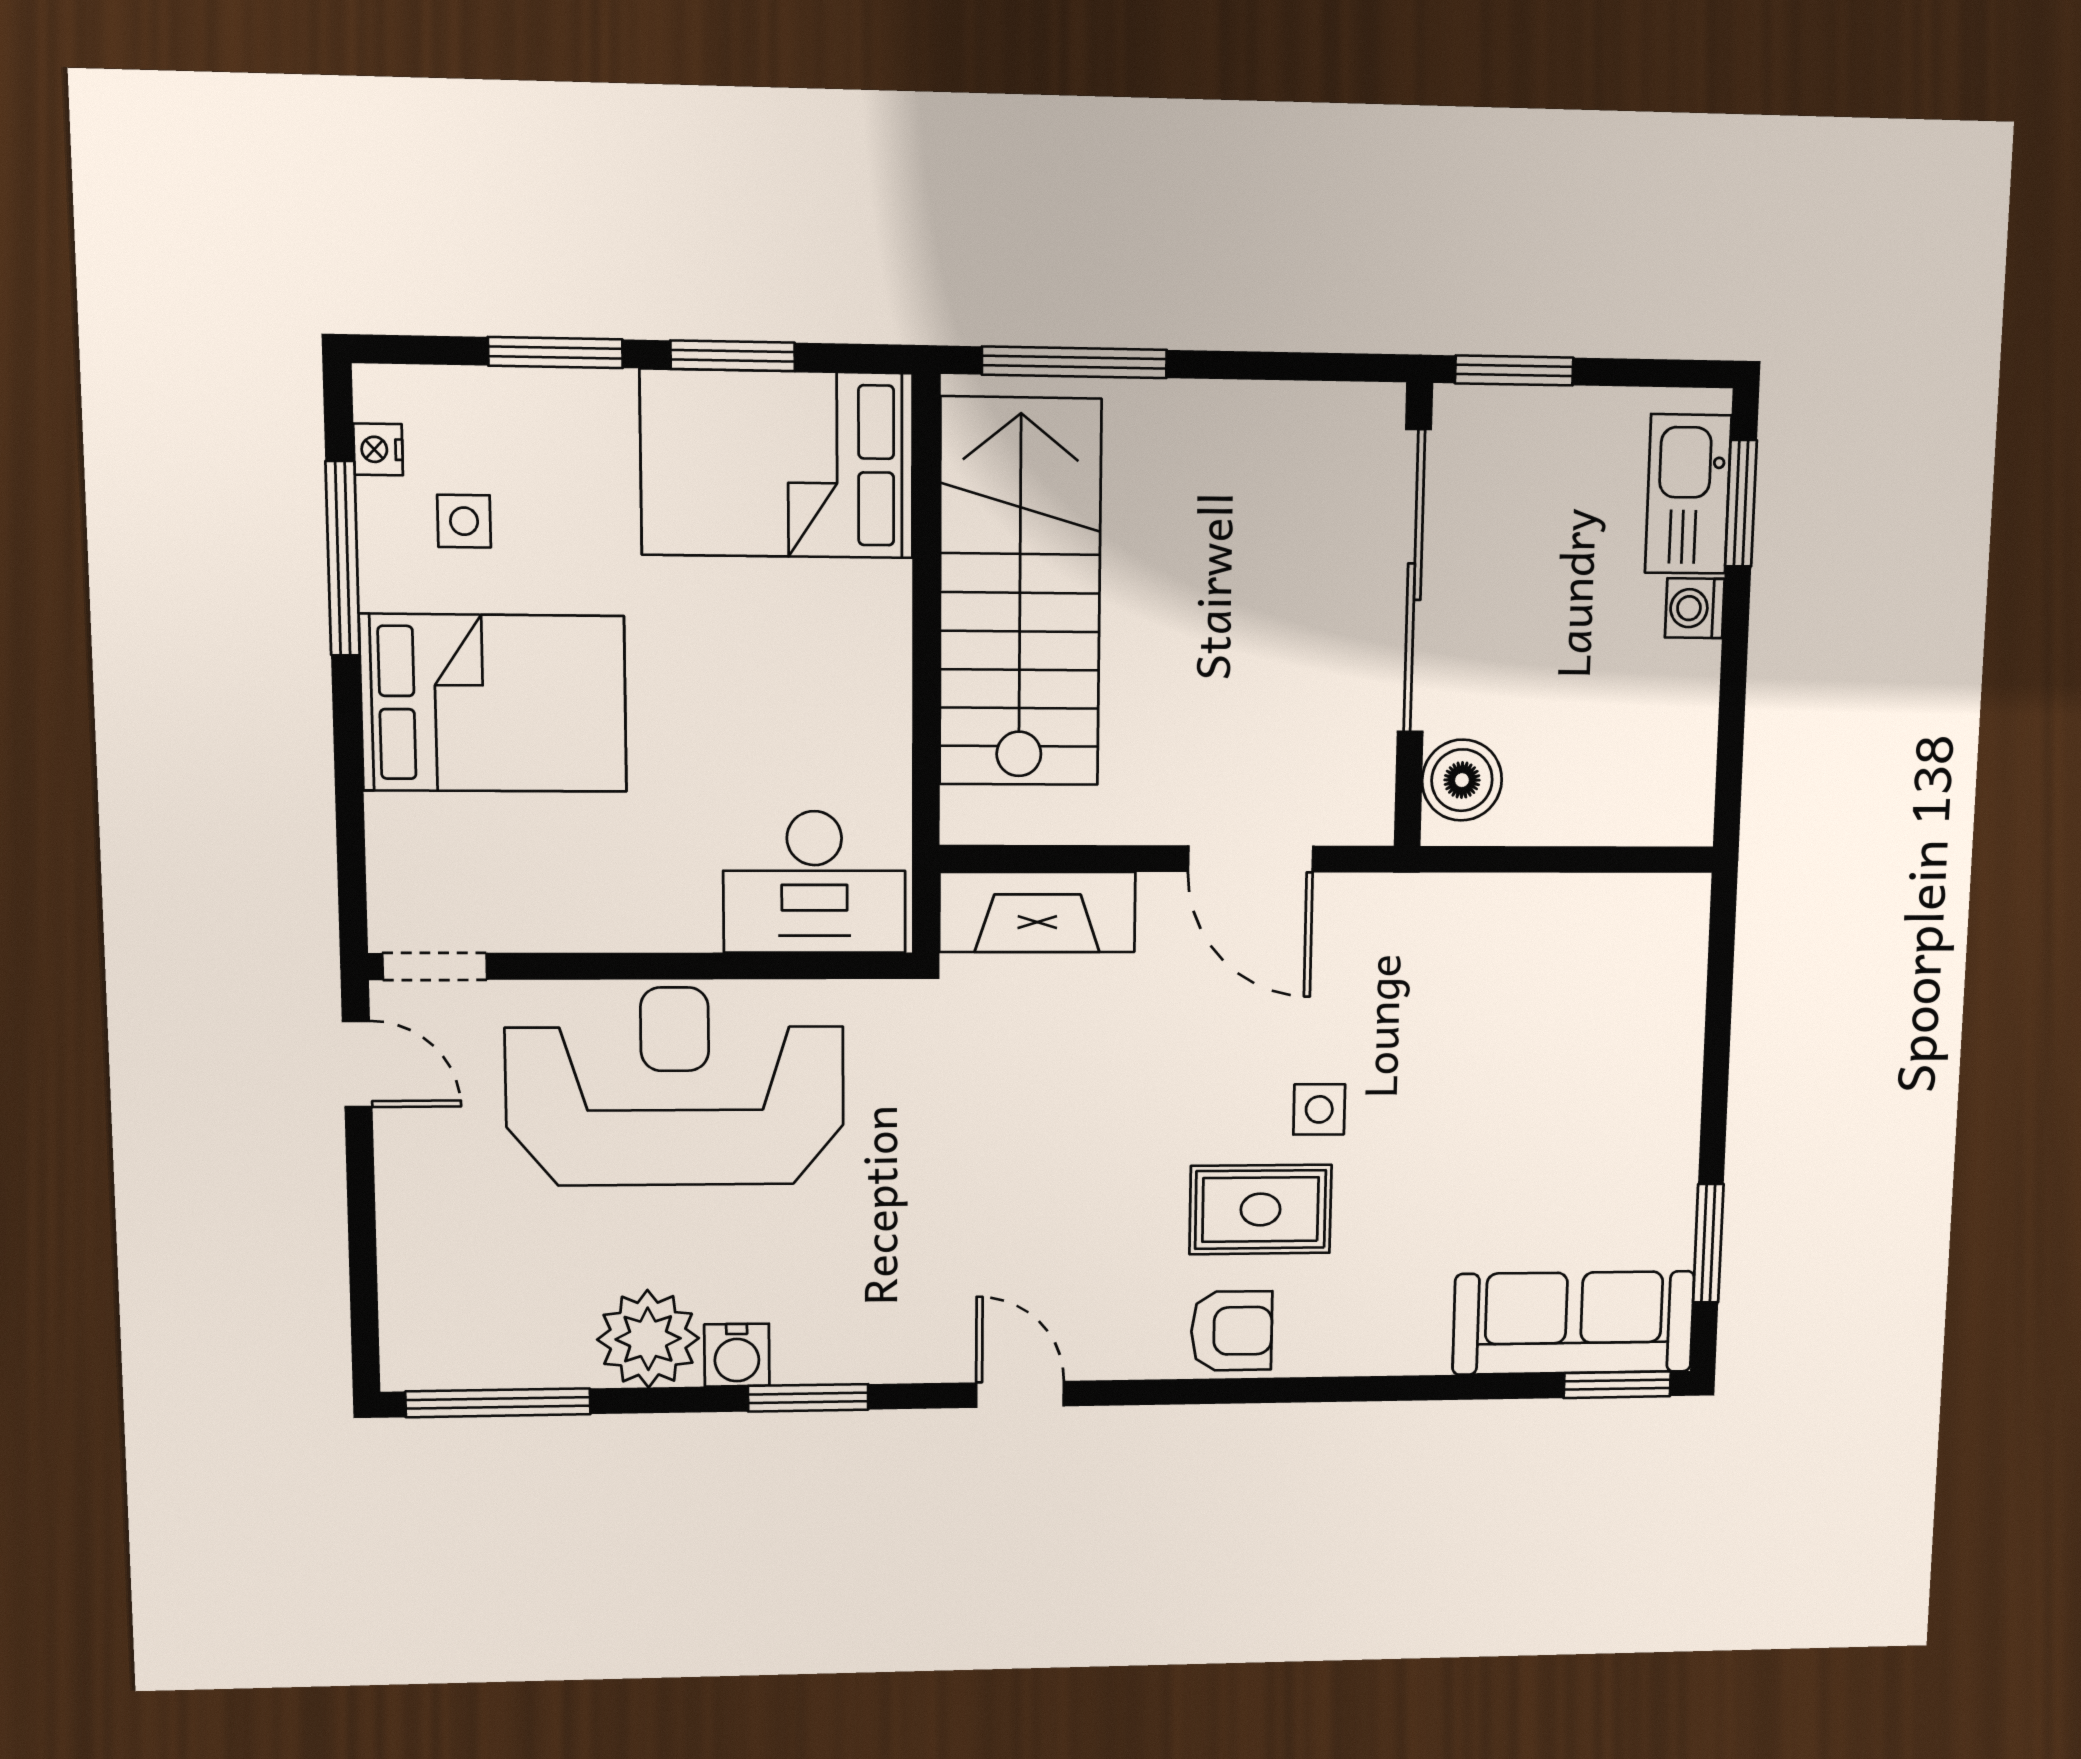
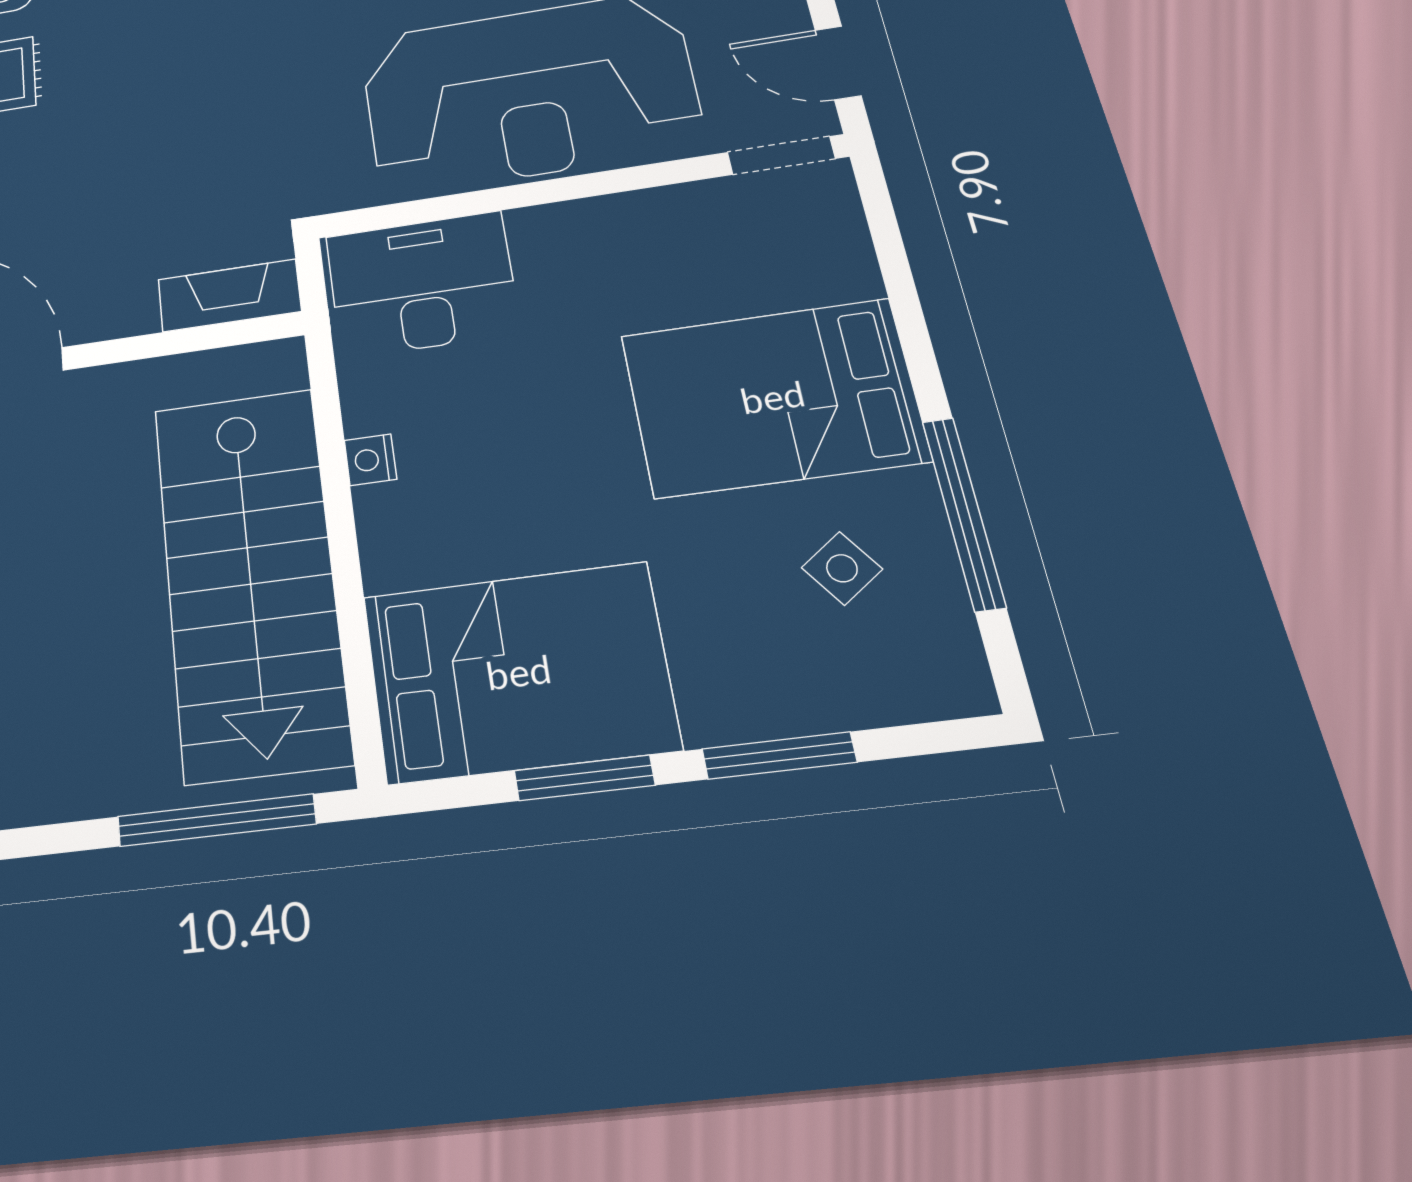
nightstand: (378, 449) -> (370, 460), moved, turned 180
side table: (464, 521) -> (842, 568), turned -36
fireplace: (1037, 912) -> (229, 295), width x0.73, depth x0.76

